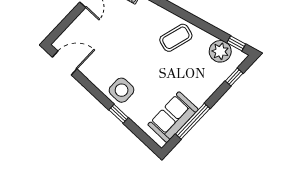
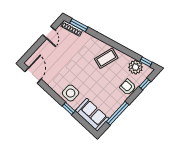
door: (65, 63) -> (33, 75), hinge flipped
armchair: (208, 82) -> (128, 87), added
sofa: (173, 117) -> (92, 115), moved, turned 90

